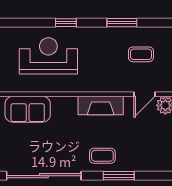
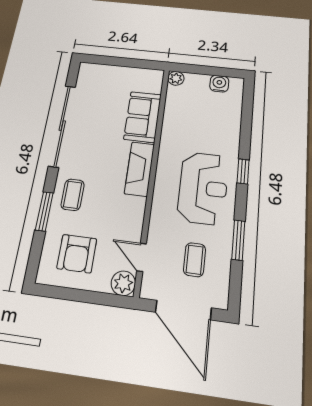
reception desk: (48, 56) -> (203, 188), moved
fireplace: (101, 106) -> (140, 169), moved
armchair: (148, 144) -> (77, 254), added

